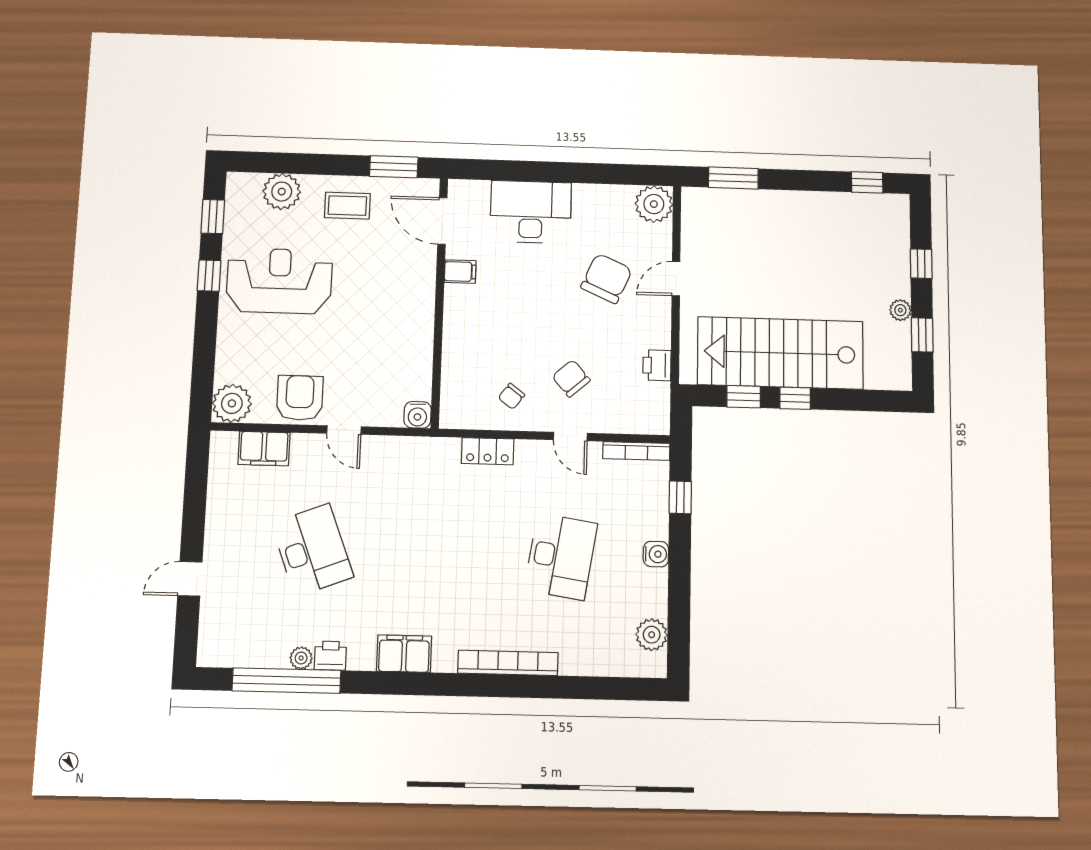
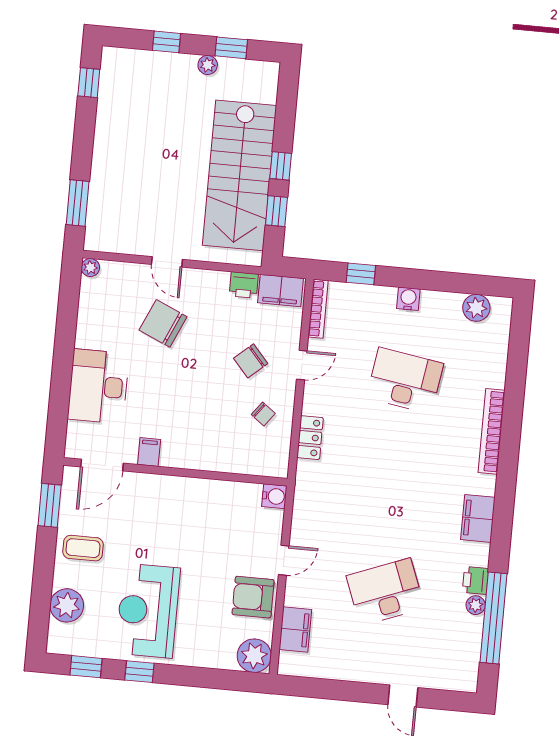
plant: (654, 204) -> (90, 268), width x0.53, depth x0.53
coffee table: (347, 206) -> (83, 548), turned 90
filing cabinet: (654, 407) -> (280, 290), added

